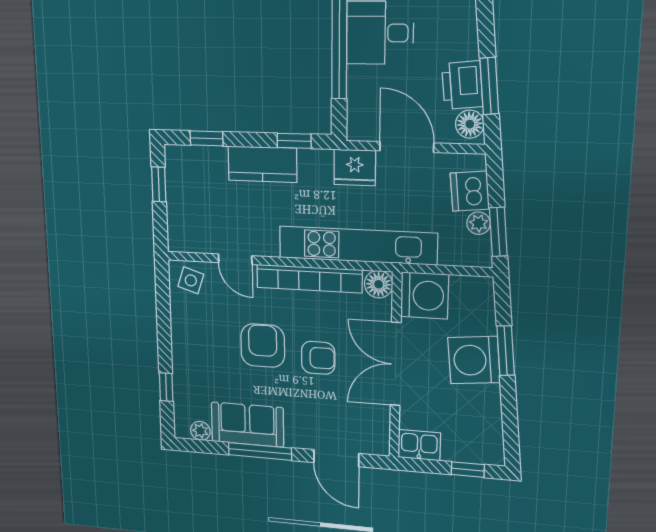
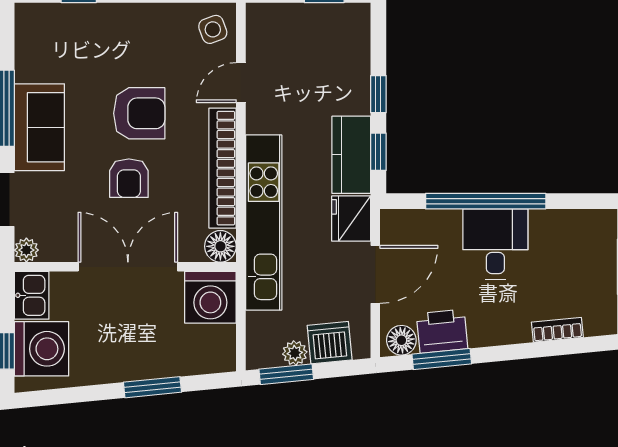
window: (206, 138) -> (378, 94), moved
kitchen counter: (262, 164) -> (351, 155), moved
side table: (191, 280) -> (213, 29), turned -38
washing machine: (474, 360) -> (42, 349), moved, turned 96
sofa: (247, 425) -> (39, 127), moved
plant: (200, 431) -> (26, 250), moved

